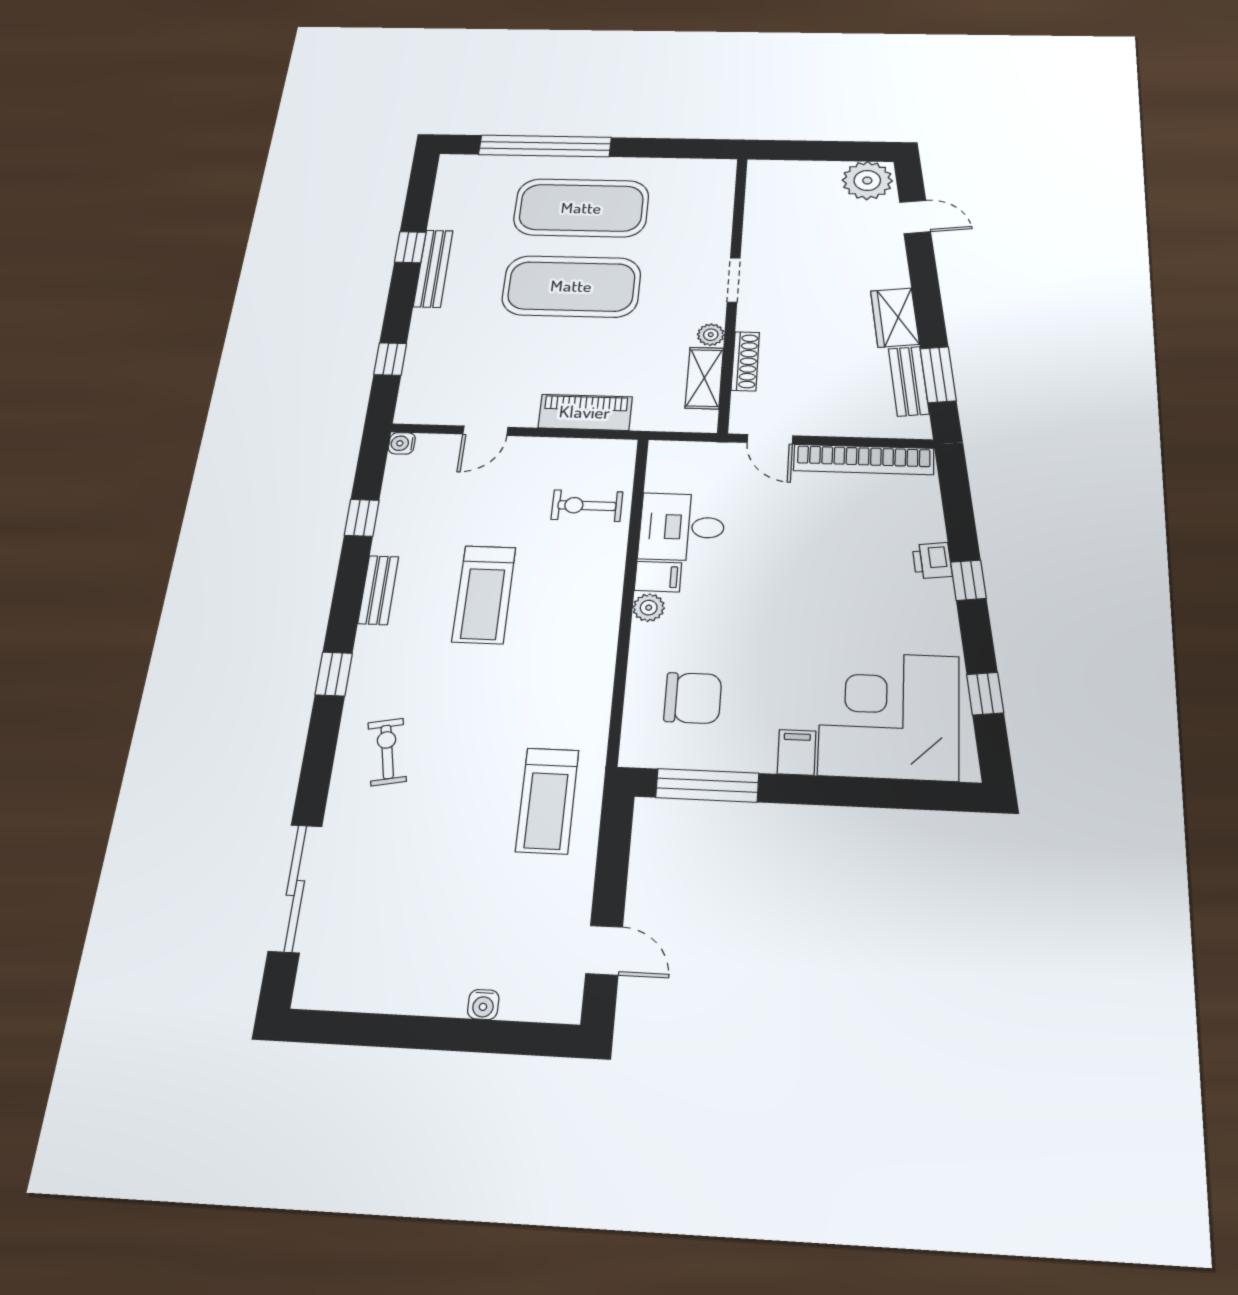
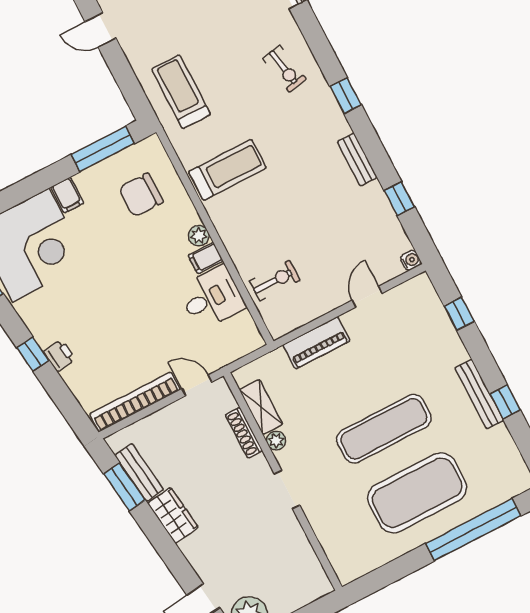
exercise mat: (571, 286) -> (384, 429), width x0.68
treadmill: (484, 594) -> (227, 170), moved, turned 90

